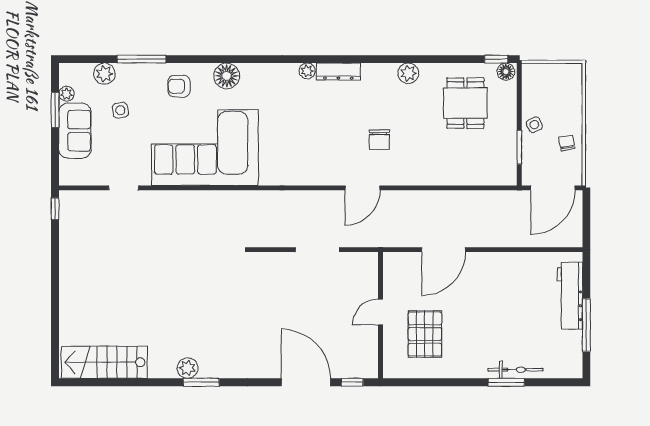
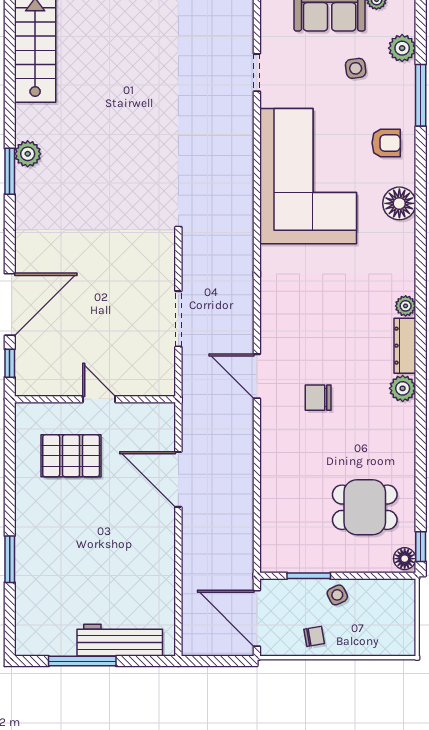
plant: (408, 73) -> (403, 388), moved
armchair: (179, 86) -> (386, 143), turned 90
bicycle: (515, 370) -> (26, 571), removed

